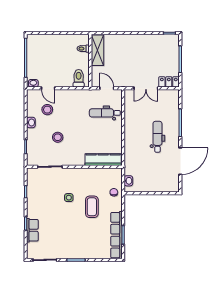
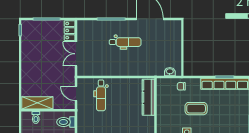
door: (107, 88) -> (76, 93), hinge flipped
double door: (146, 88) -> (76, 54), swing flipped
dental chair: (157, 137) -> (125, 42), turned 180

